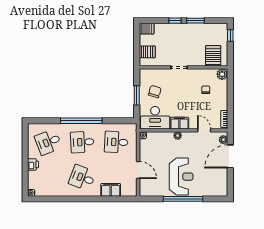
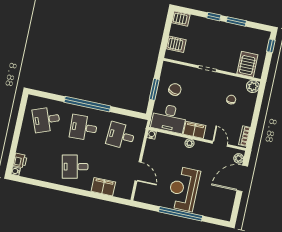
printer: (33, 164) -> (20, 160), moved
reception desk: (181, 177) -> (184, 189), turned 180
desk: (82, 178) -> (75, 167), turned -33

